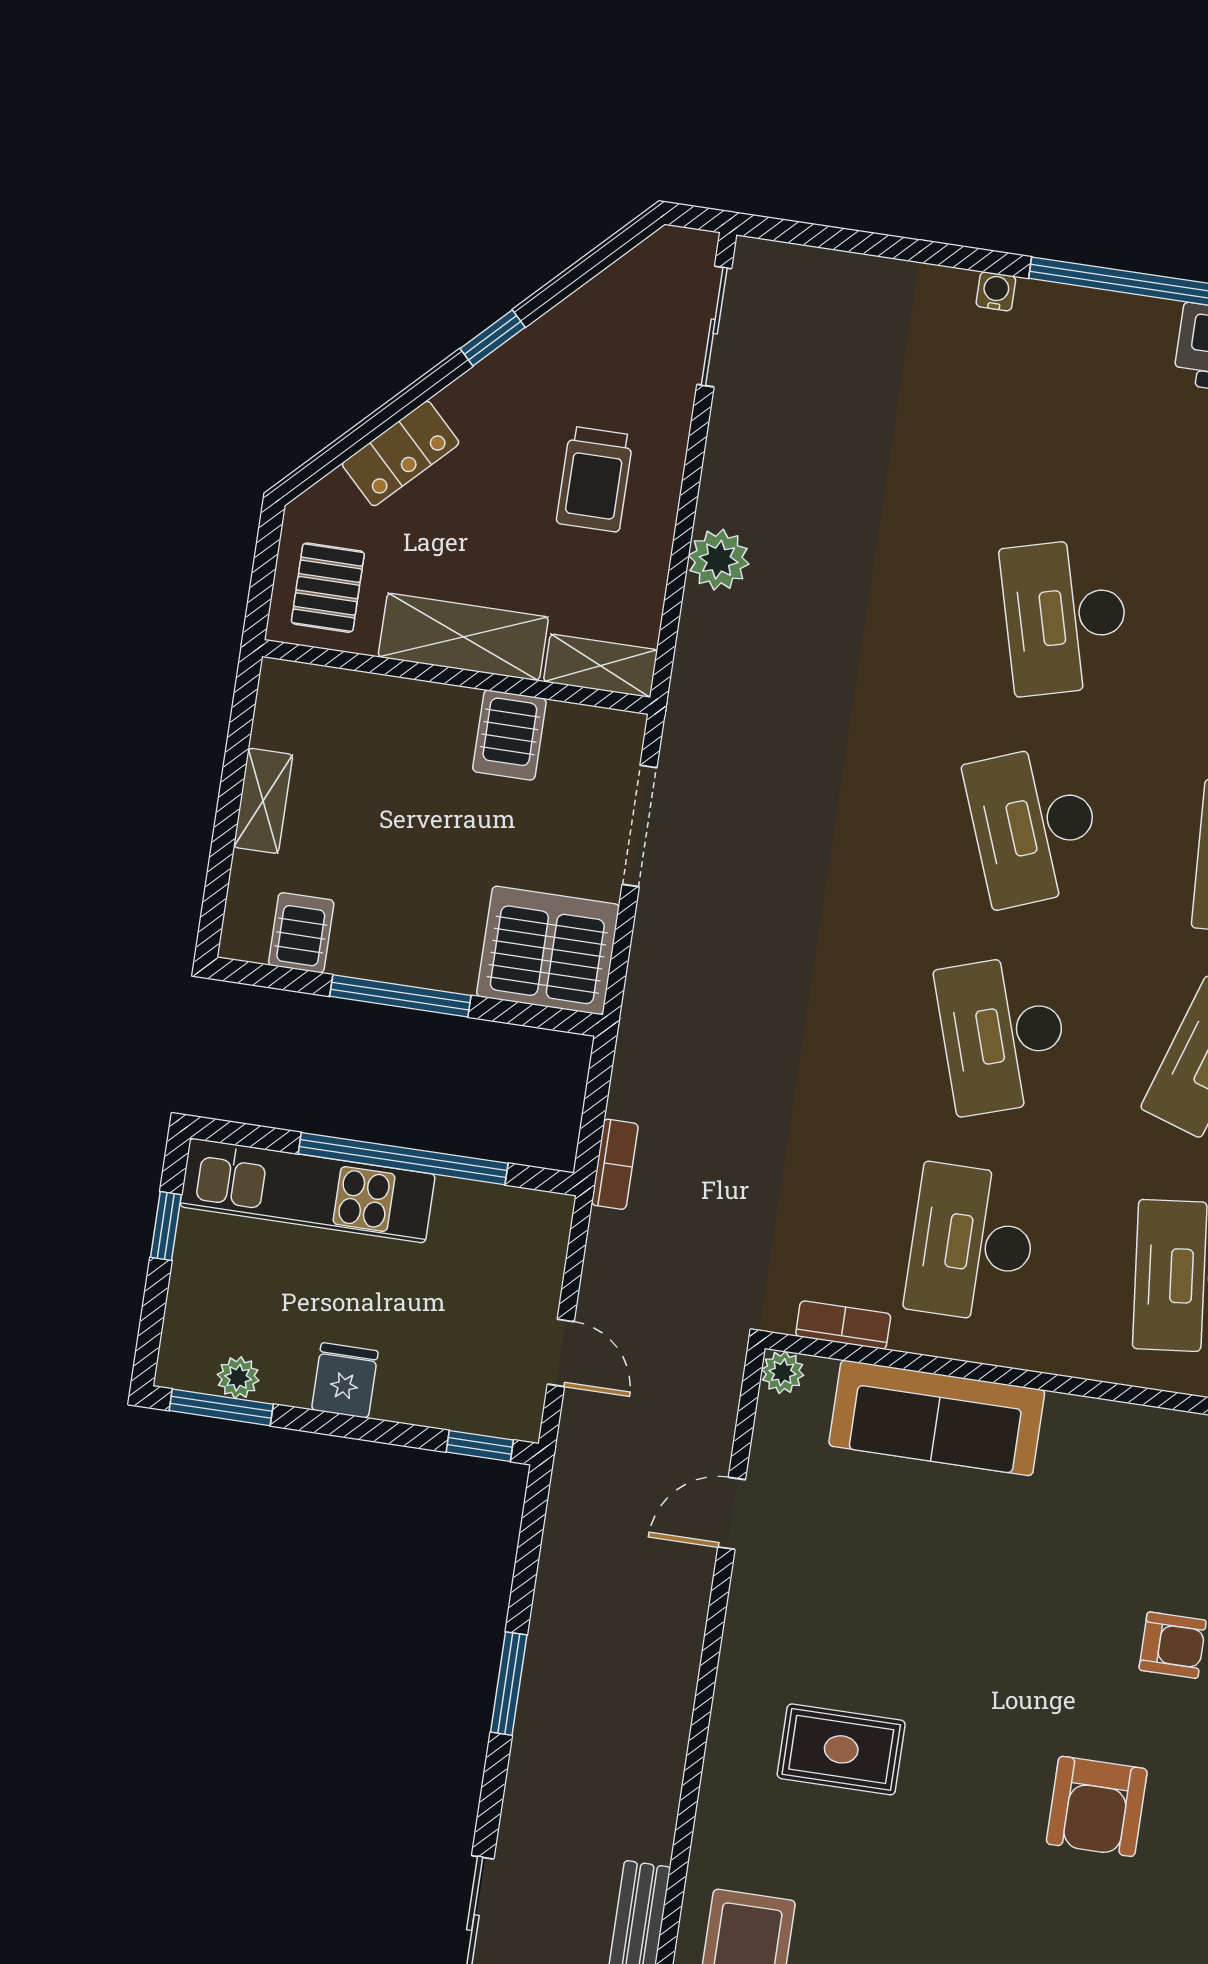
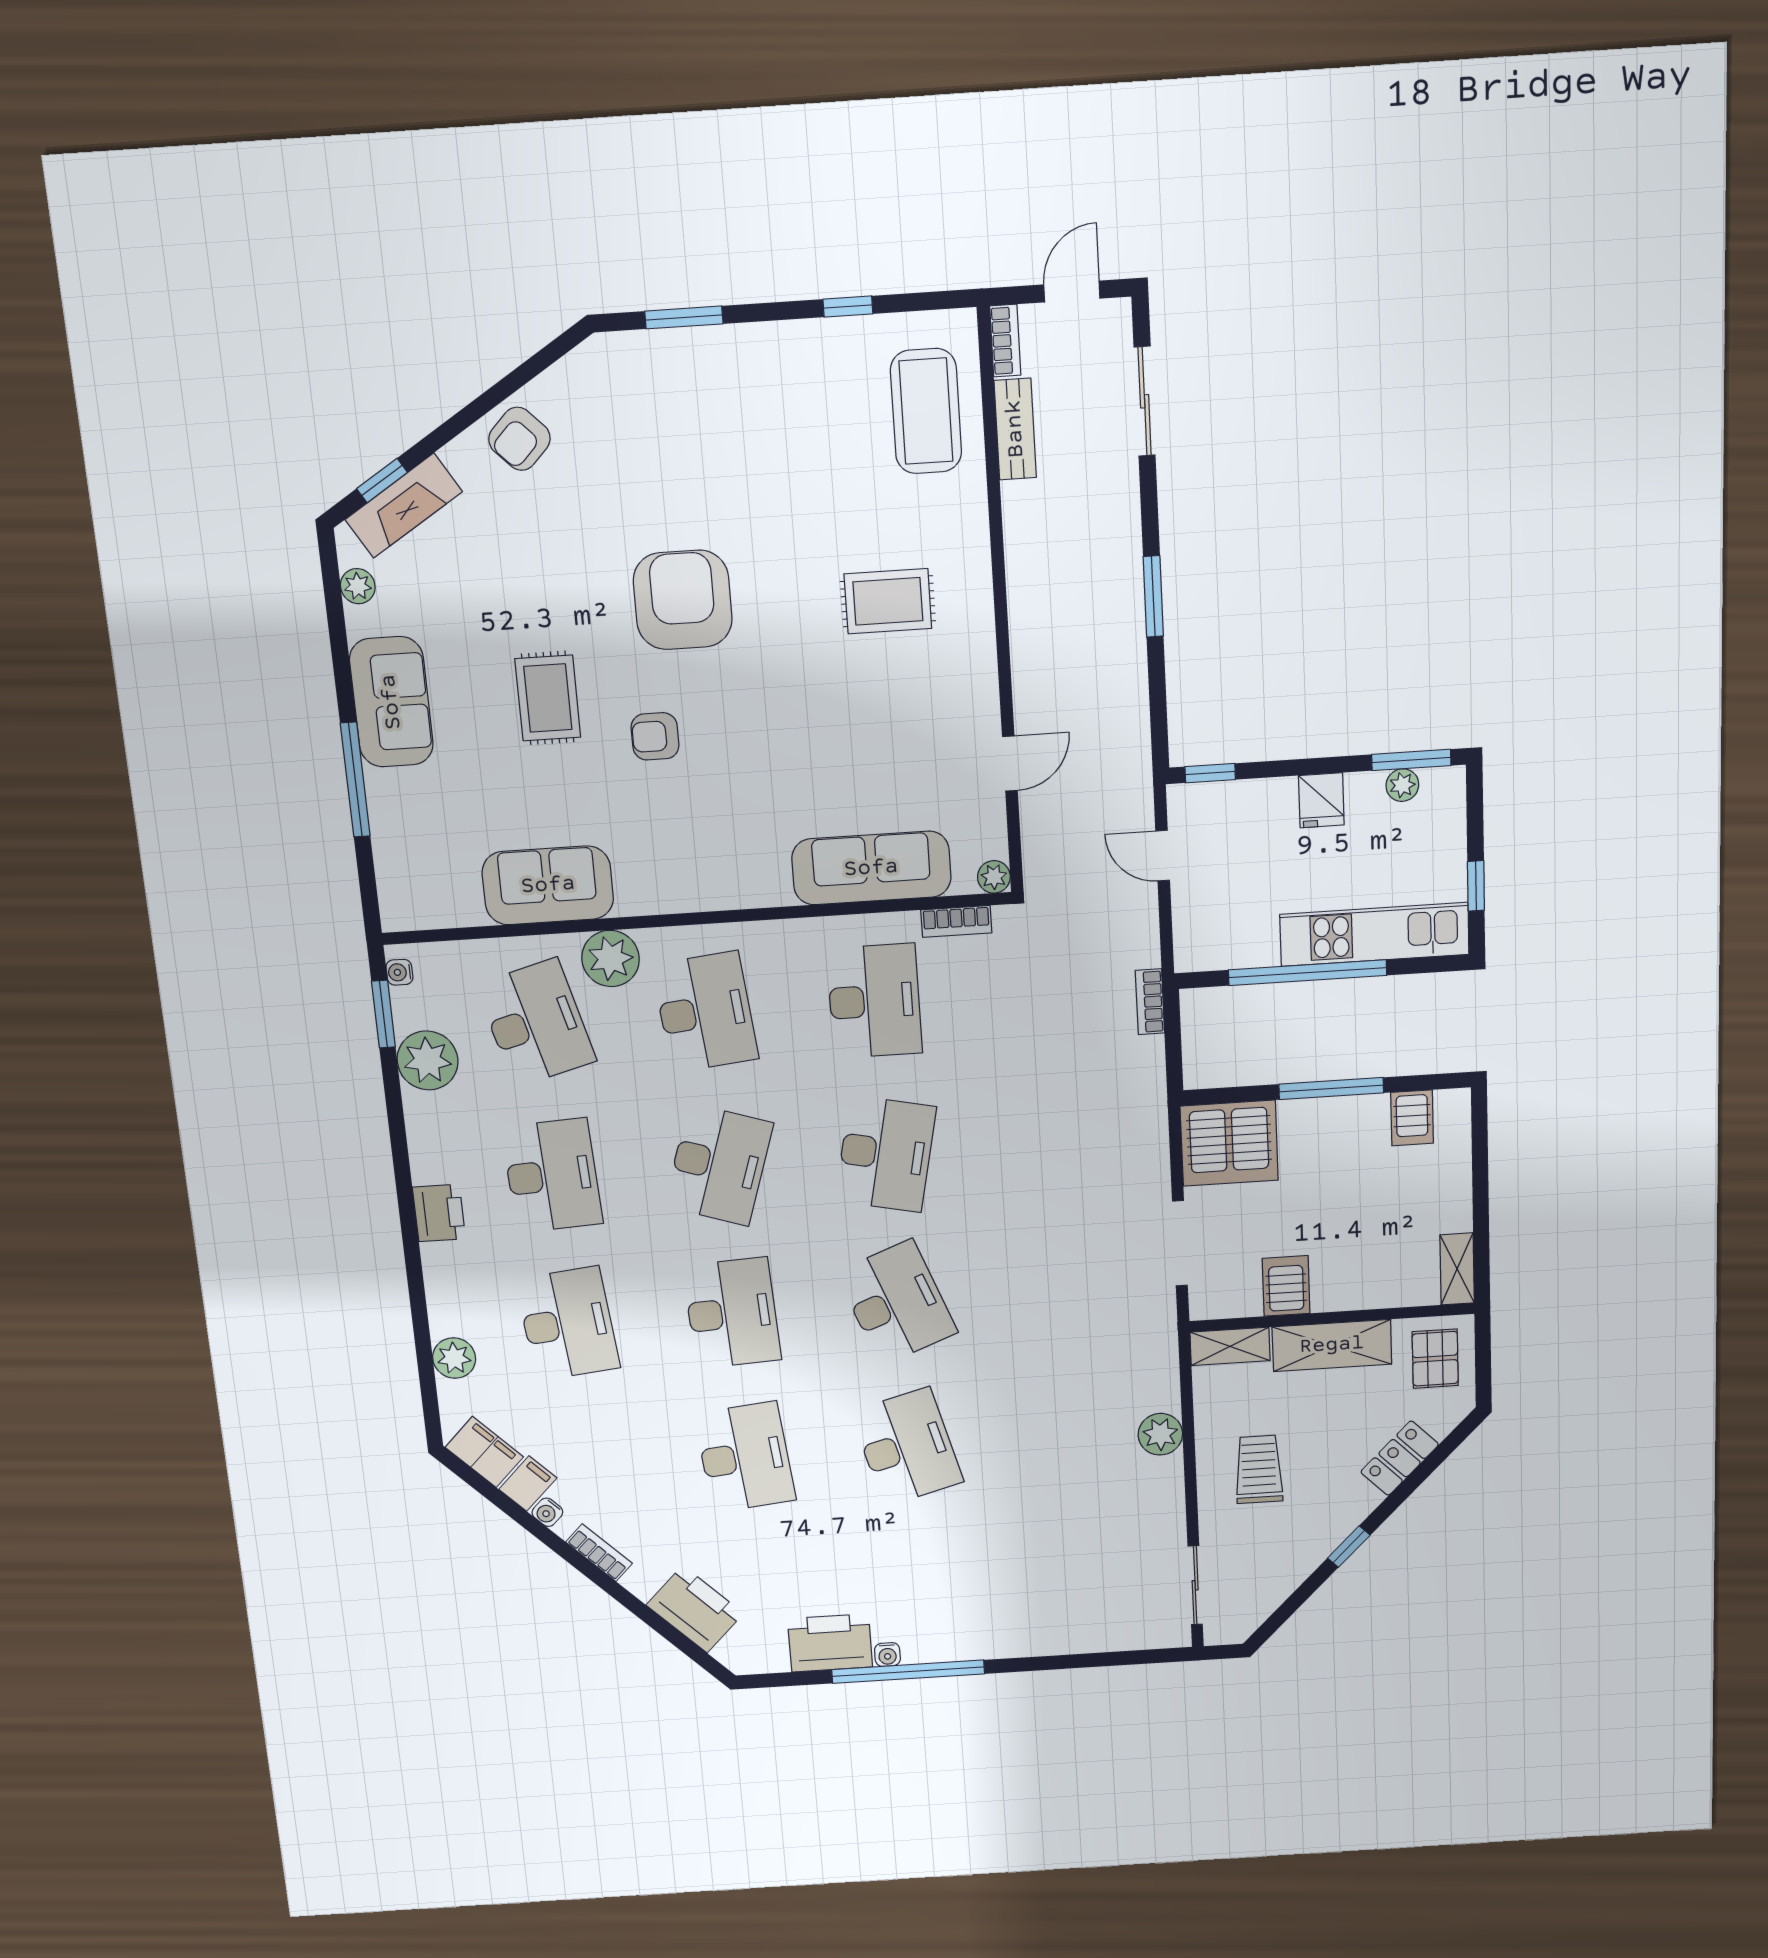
water cooler: (996, 291) -> (887, 1655), moved
shelving: (263, 801) -> (1457, 1269), moved
desk: (1003, 1034) -> (886, 1154), turned 30
armchair: (1097, 1806) -> (683, 600), width x1.36, depth x1.36

